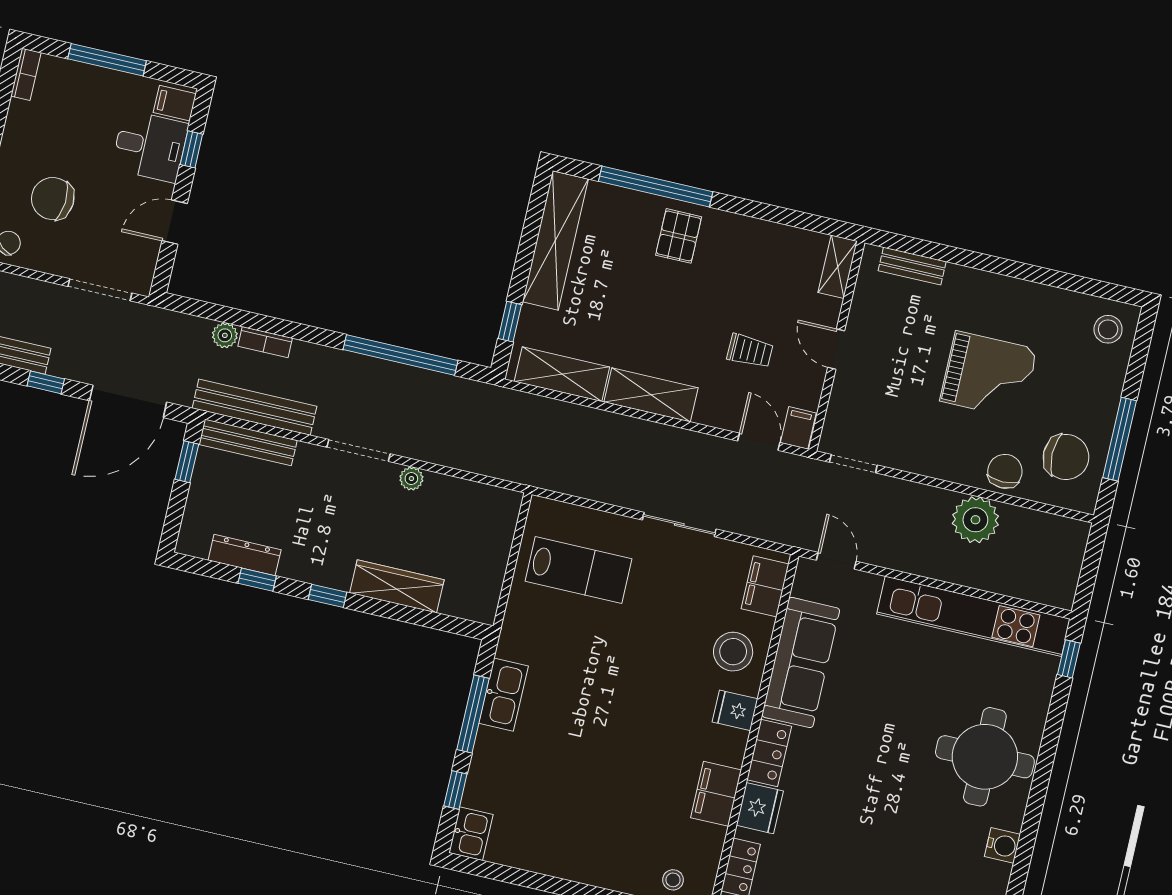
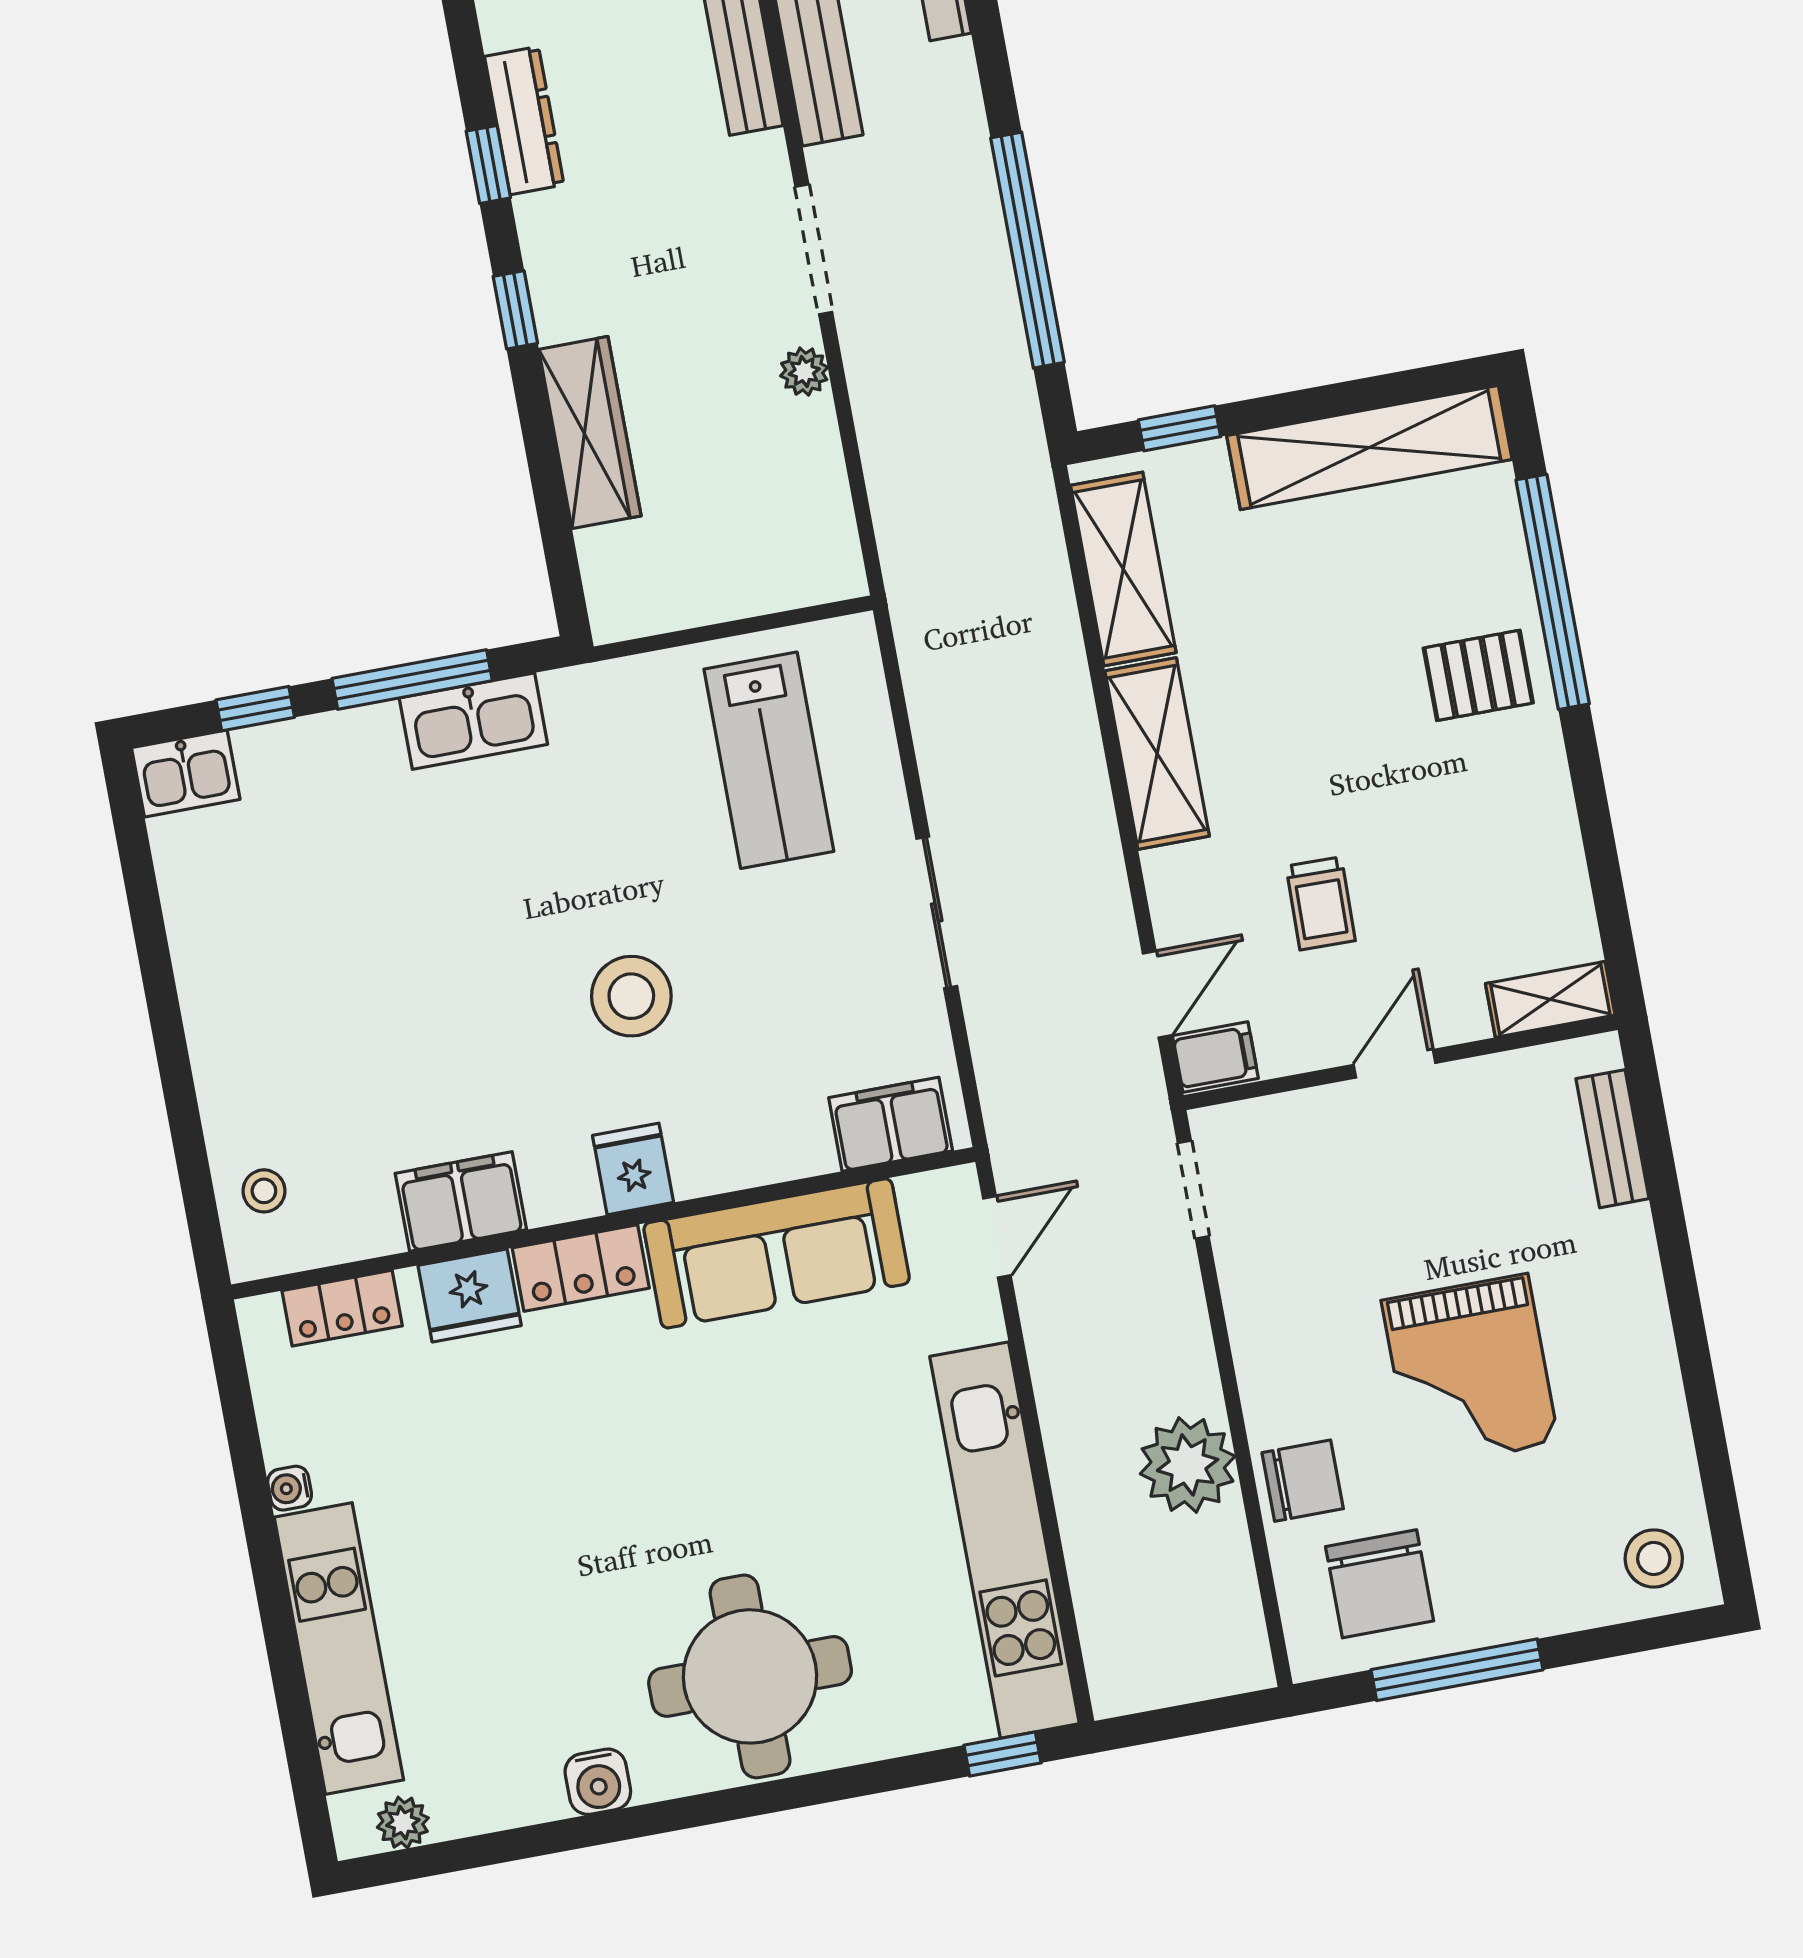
stool: (733, 652) -> (631, 996), moved

